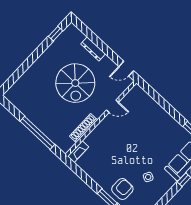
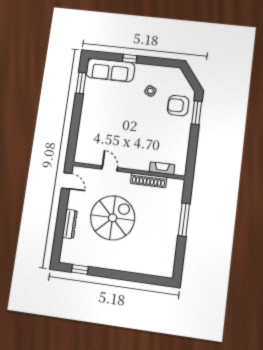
window: (37, 133) -> (184, 220), width x0.68
fireplace: (78, 152) -> (162, 168), moved

